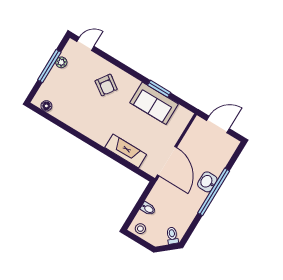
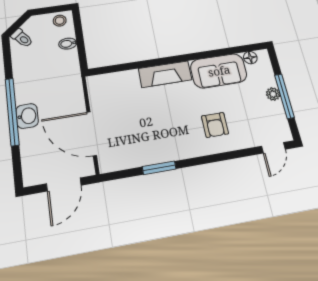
plant: (61, 62) -> (273, 94), moved
armchair: (106, 85) -> (215, 125), turned -125
sofa: (154, 103) -> (219, 71), moved, turned 180
fireplace: (126, 151) -> (165, 74), moved
door: (167, 161) -> (92, 134), moved

